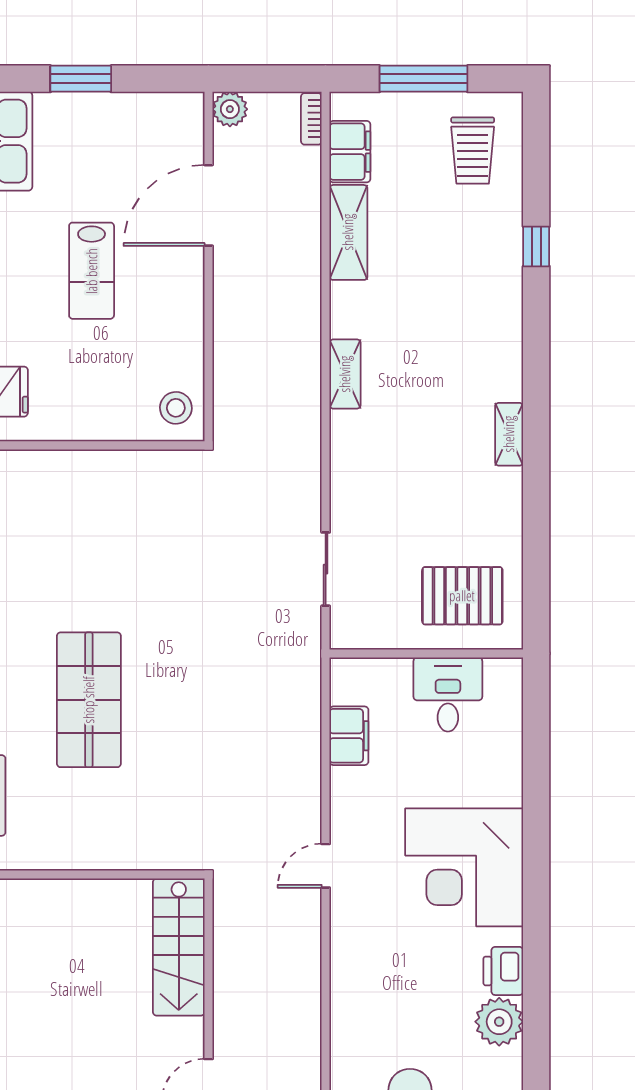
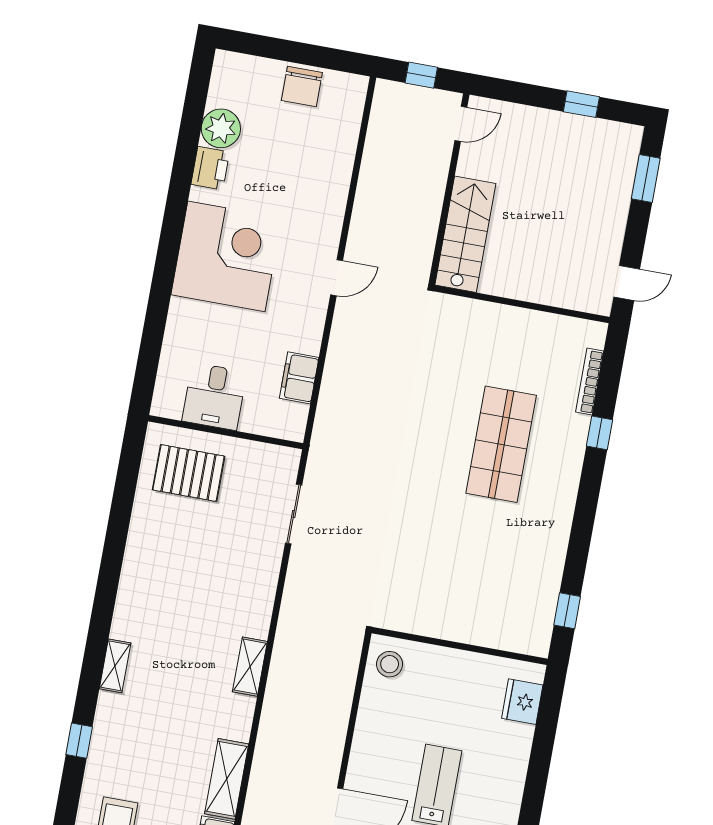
shelving: (509, 434) -> (115, 666), moved

